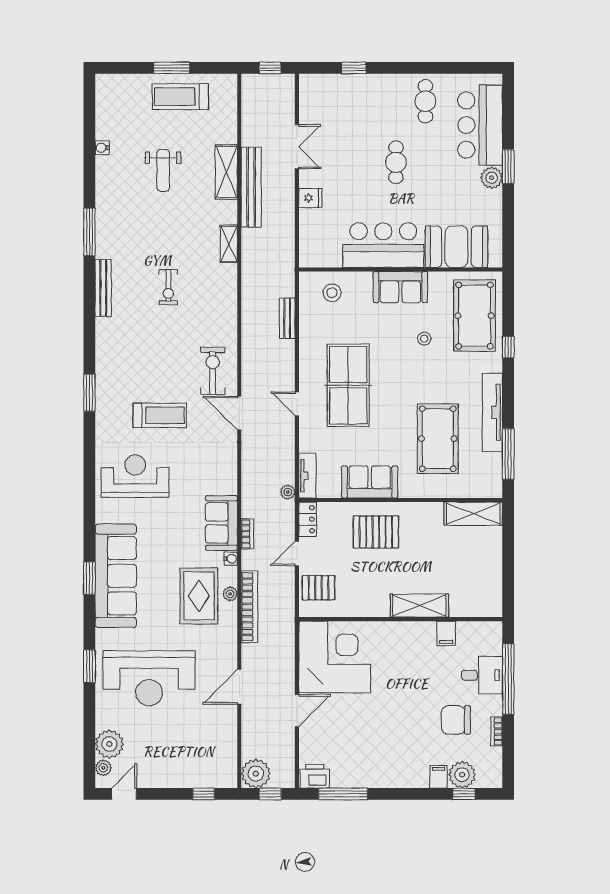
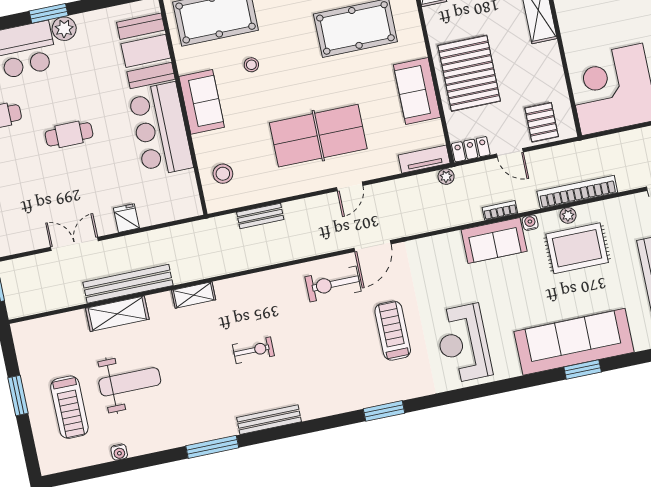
treadmill: (180, 97) -> (69, 407), moved
weight bench: (163, 170) -> (130, 382), width x1.36, depth x1.33
pallet: (376, 532) -> (469, 73), width x1.37, depth x1.41

